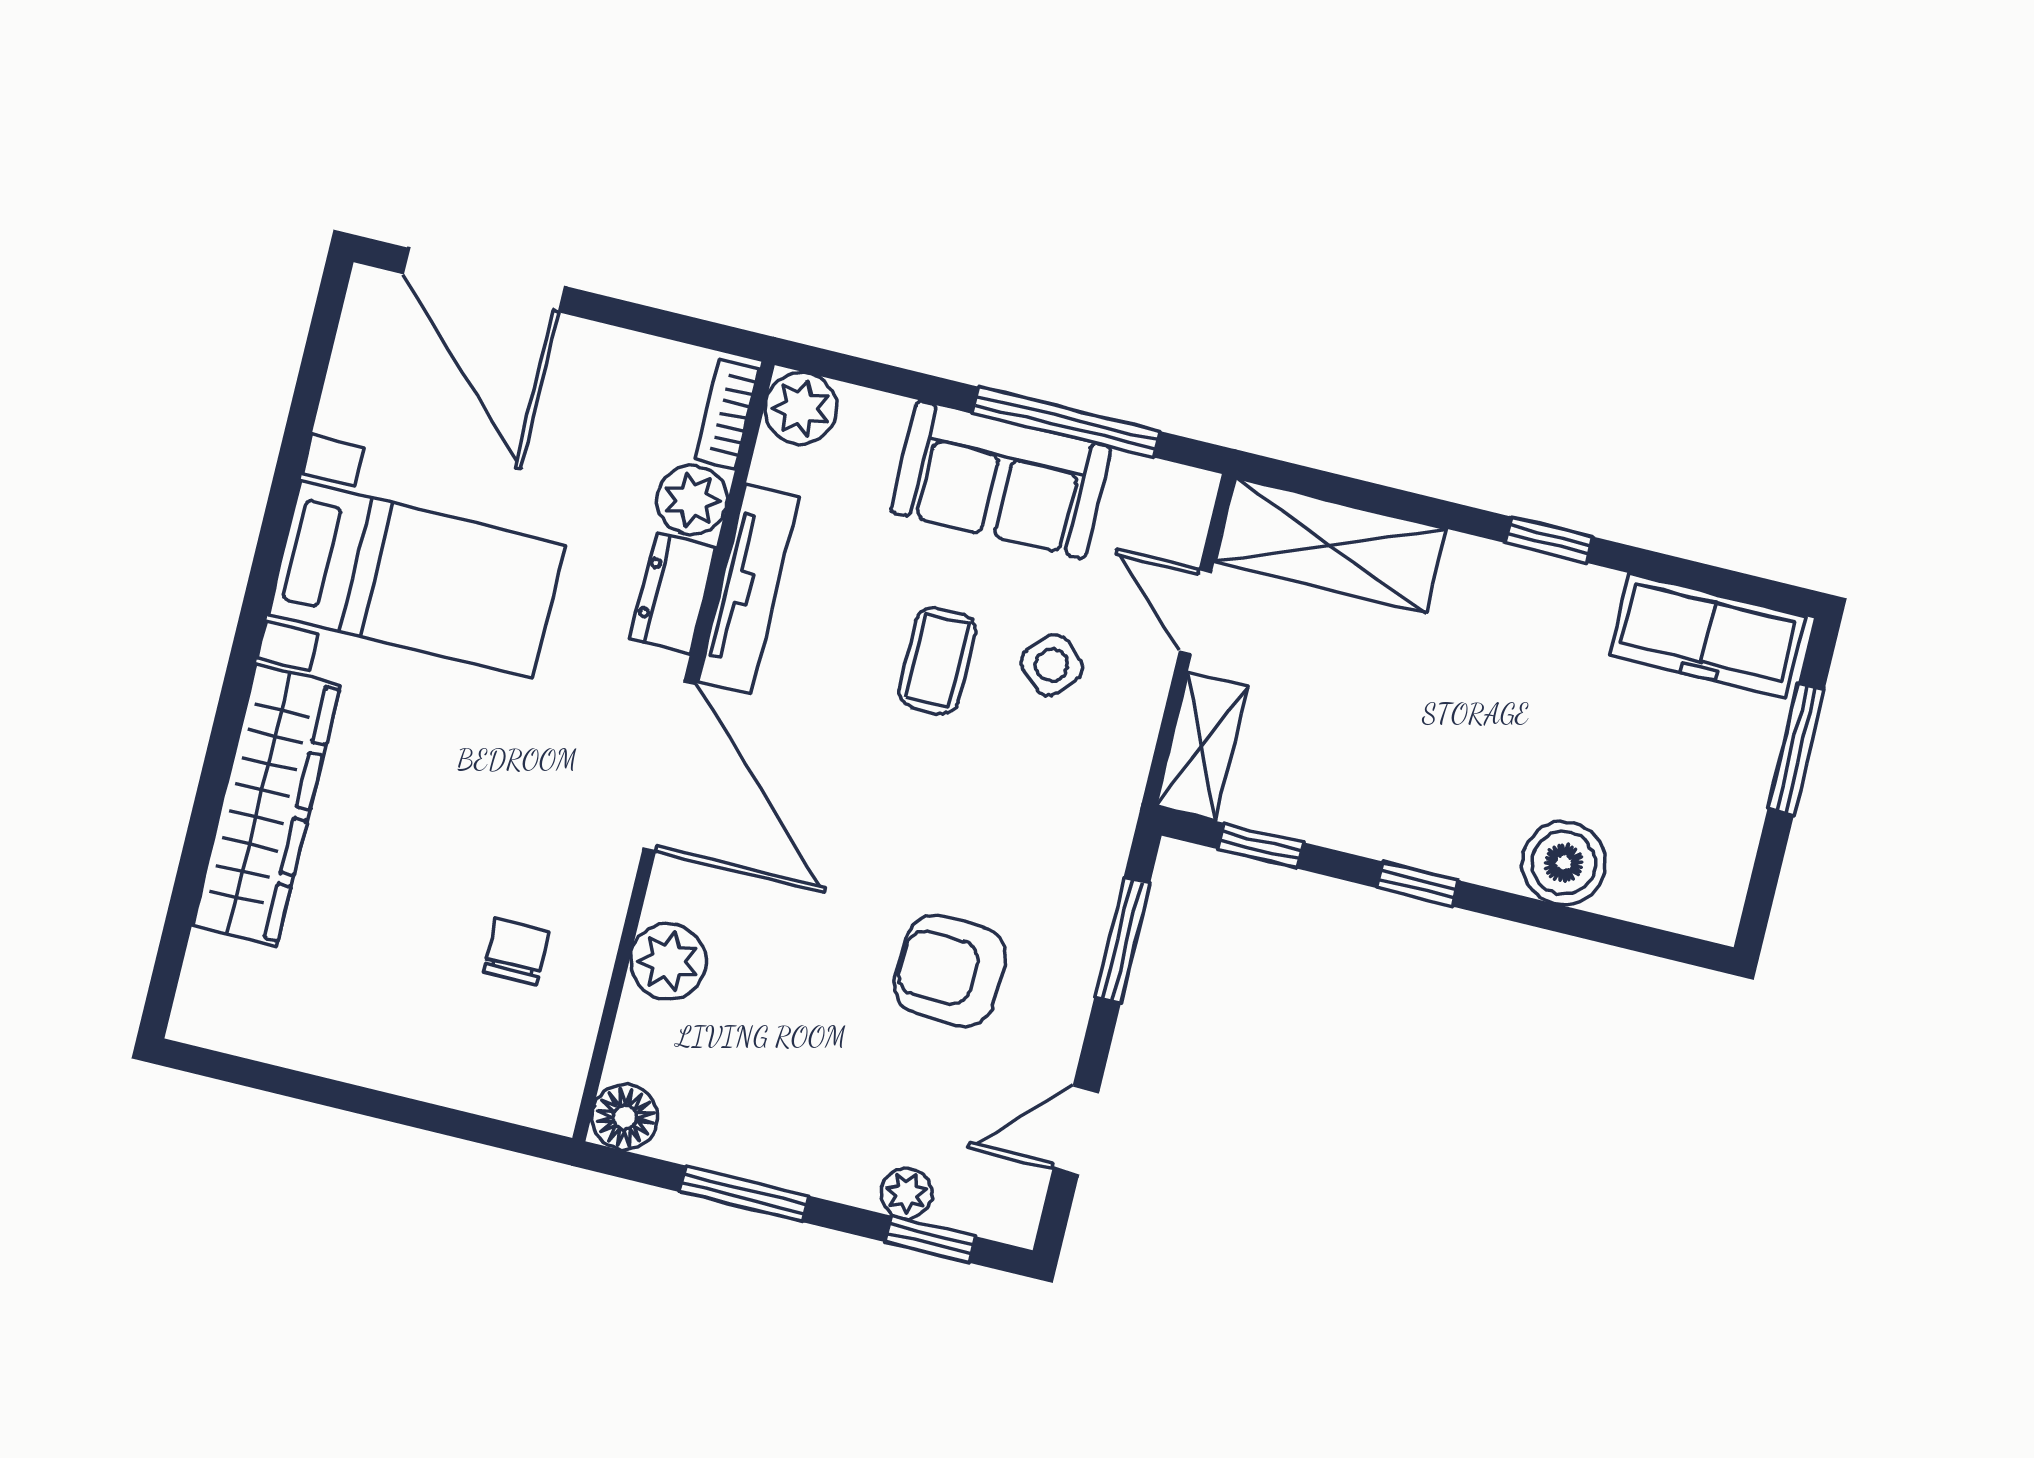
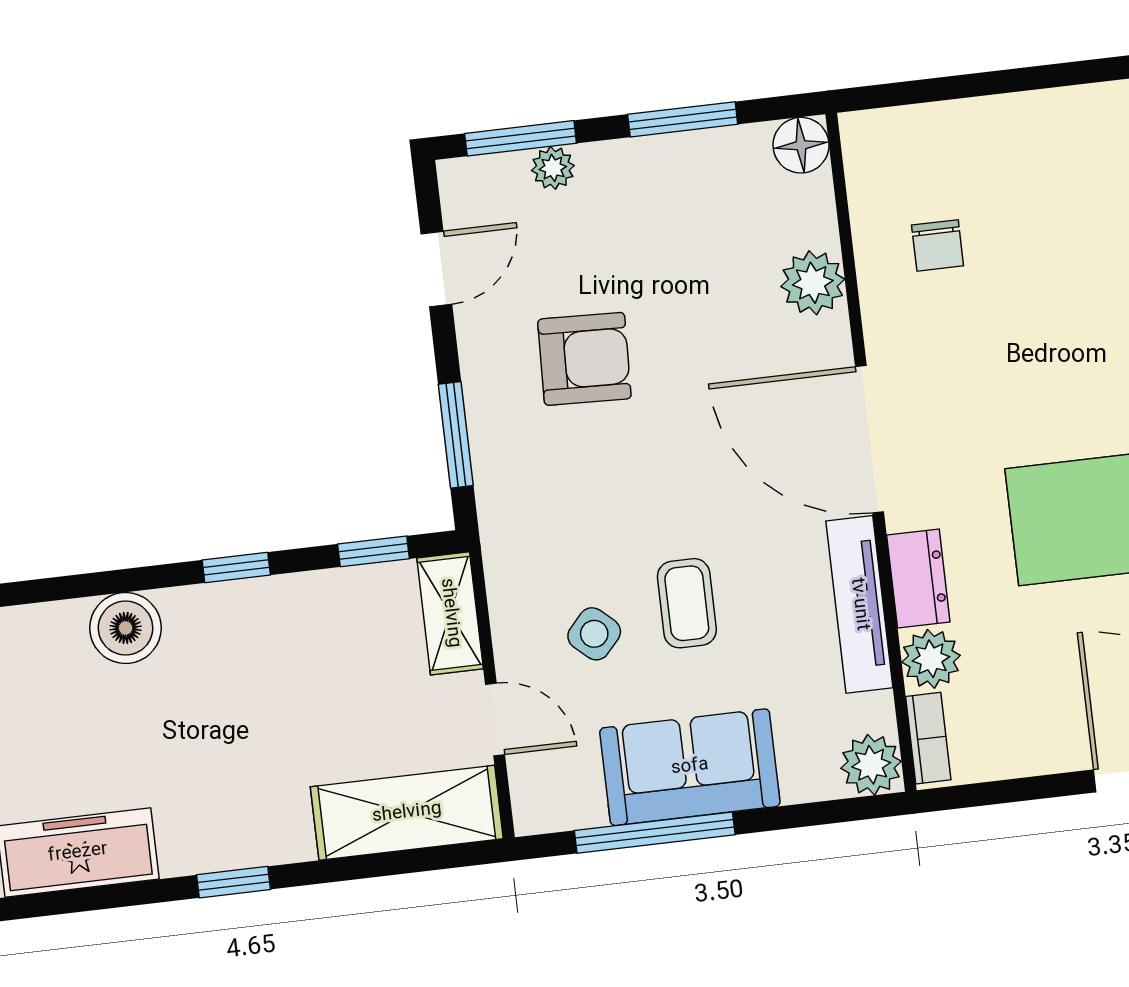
window: (930, 1239) -> (521, 138), width x1.50

